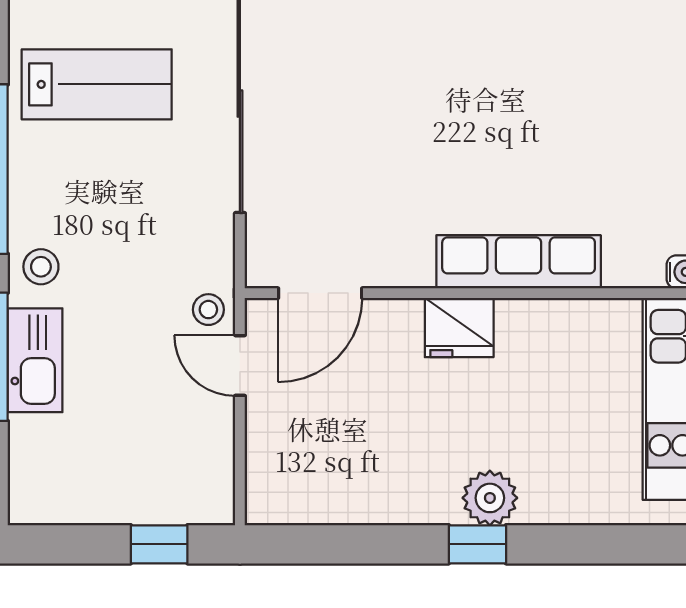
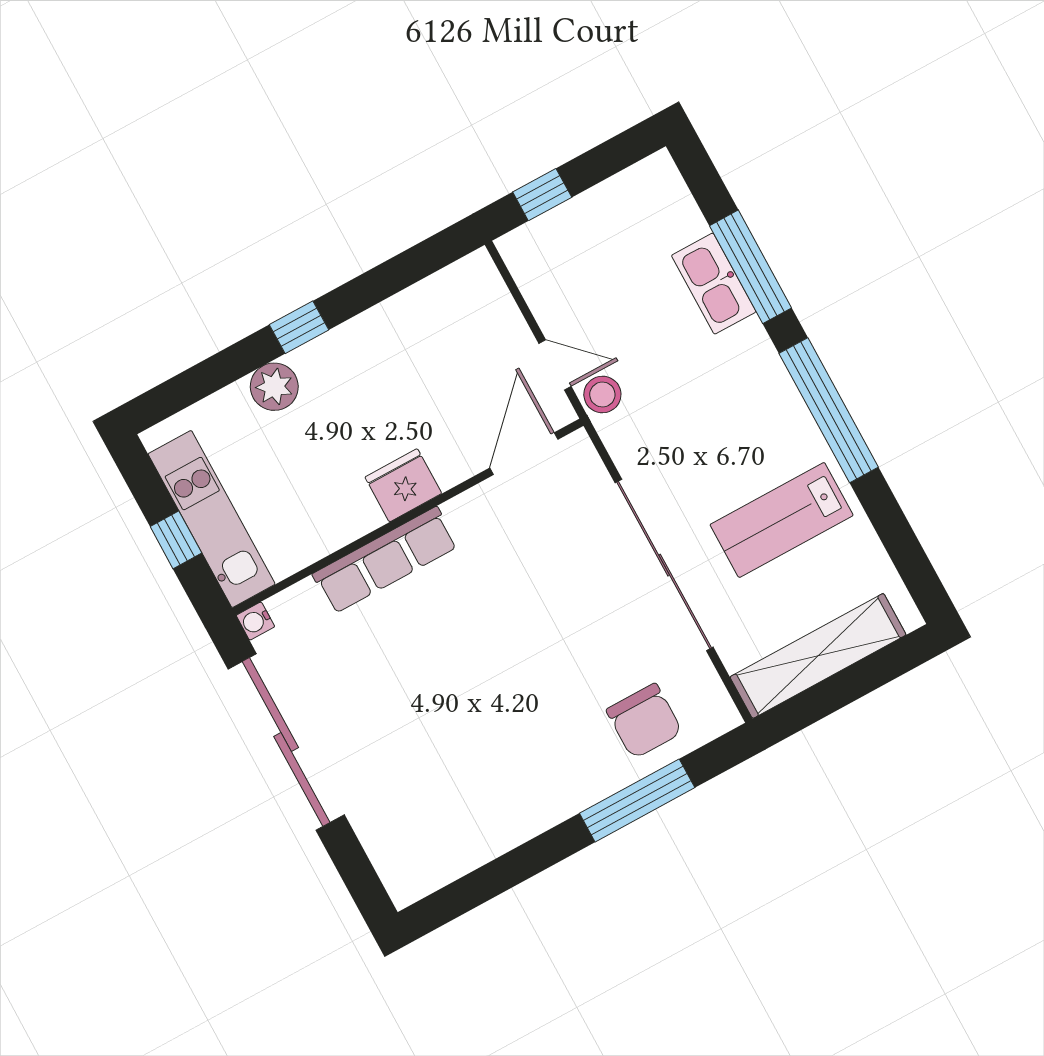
stool: (41, 267) -> (748, 357), removed
stool: (208, 310) -> (602, 395), width x1.37, depth x1.37
plant: (490, 498) -> (274, 387), moved

